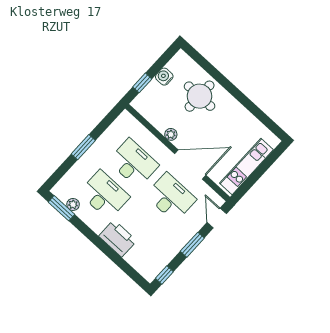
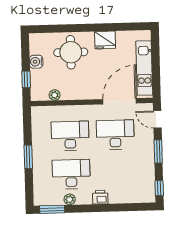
fridge: (237, 113) -> (105, 40), added
plant: (171, 134) -> (55, 95), moved
door: (190, 164) -> (120, 101), moved
plant: (73, 204) -> (70, 199), moved
printer: (118, 238) -> (100, 197), width x0.53, depth x0.68

